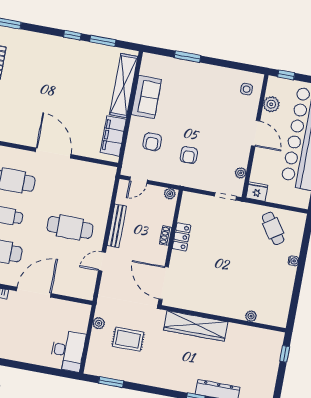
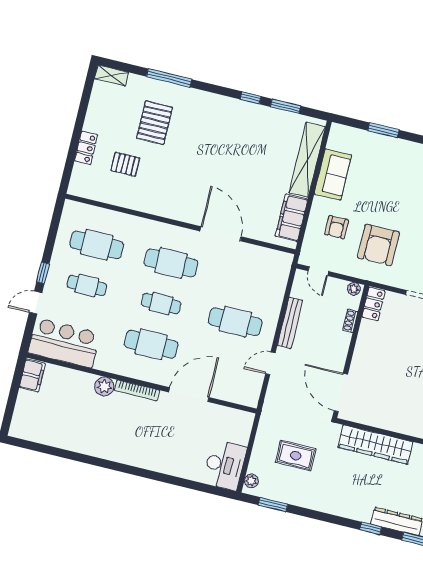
armchair: (189, 155) -> (379, 245), width x1.88, depth x1.88
door: (139, 180) -> (318, 271), hinge flipped
shoe rack: (166, 236) -> (350, 321), moved
locker: (182, 237) -> (373, 304), moved
plant: (99, 323) -> (251, 481), moved

